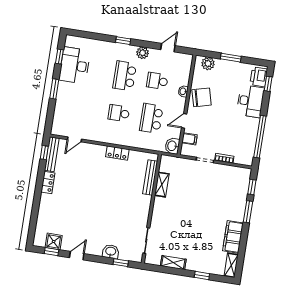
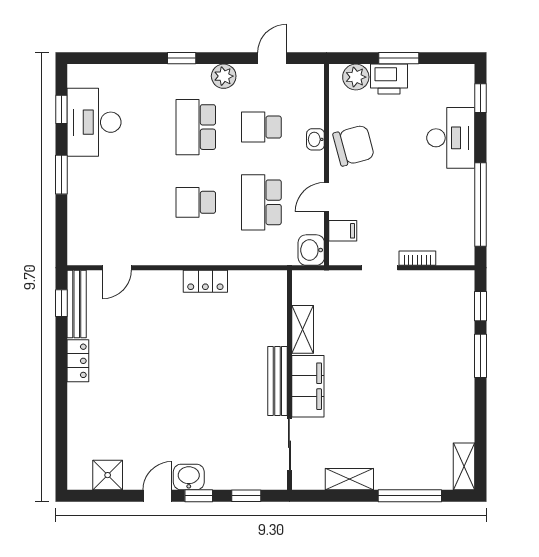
printer: (259, 77) -> (389, 79), moved, turned -90
bench: (150, 177) -> (277, 381), moved
filing cabinet: (233, 237) -> (308, 386), moved, turned 180
window: (52, 252) -> (199, 496), moved
washbasin: (111, 252) -> (189, 477), moved
window: (202, 276) -> (410, 496), width x2.17

